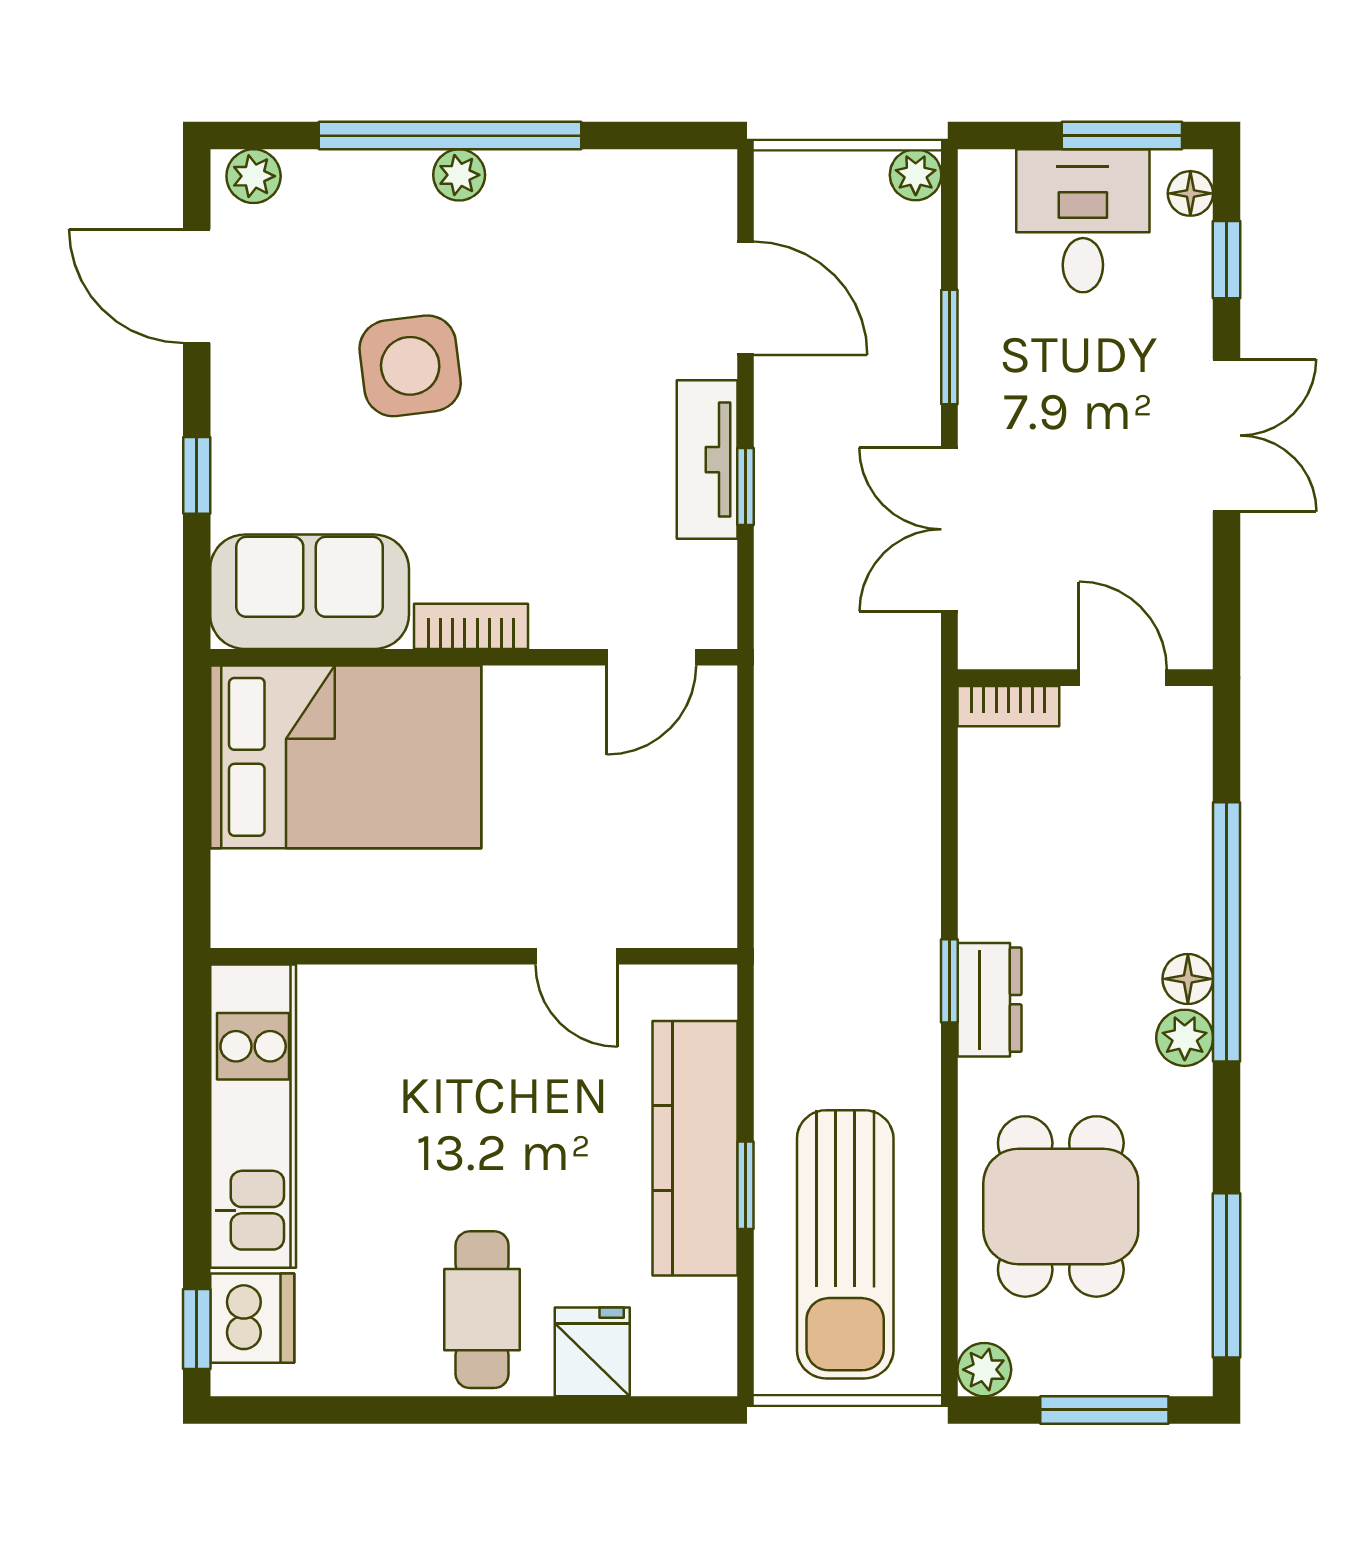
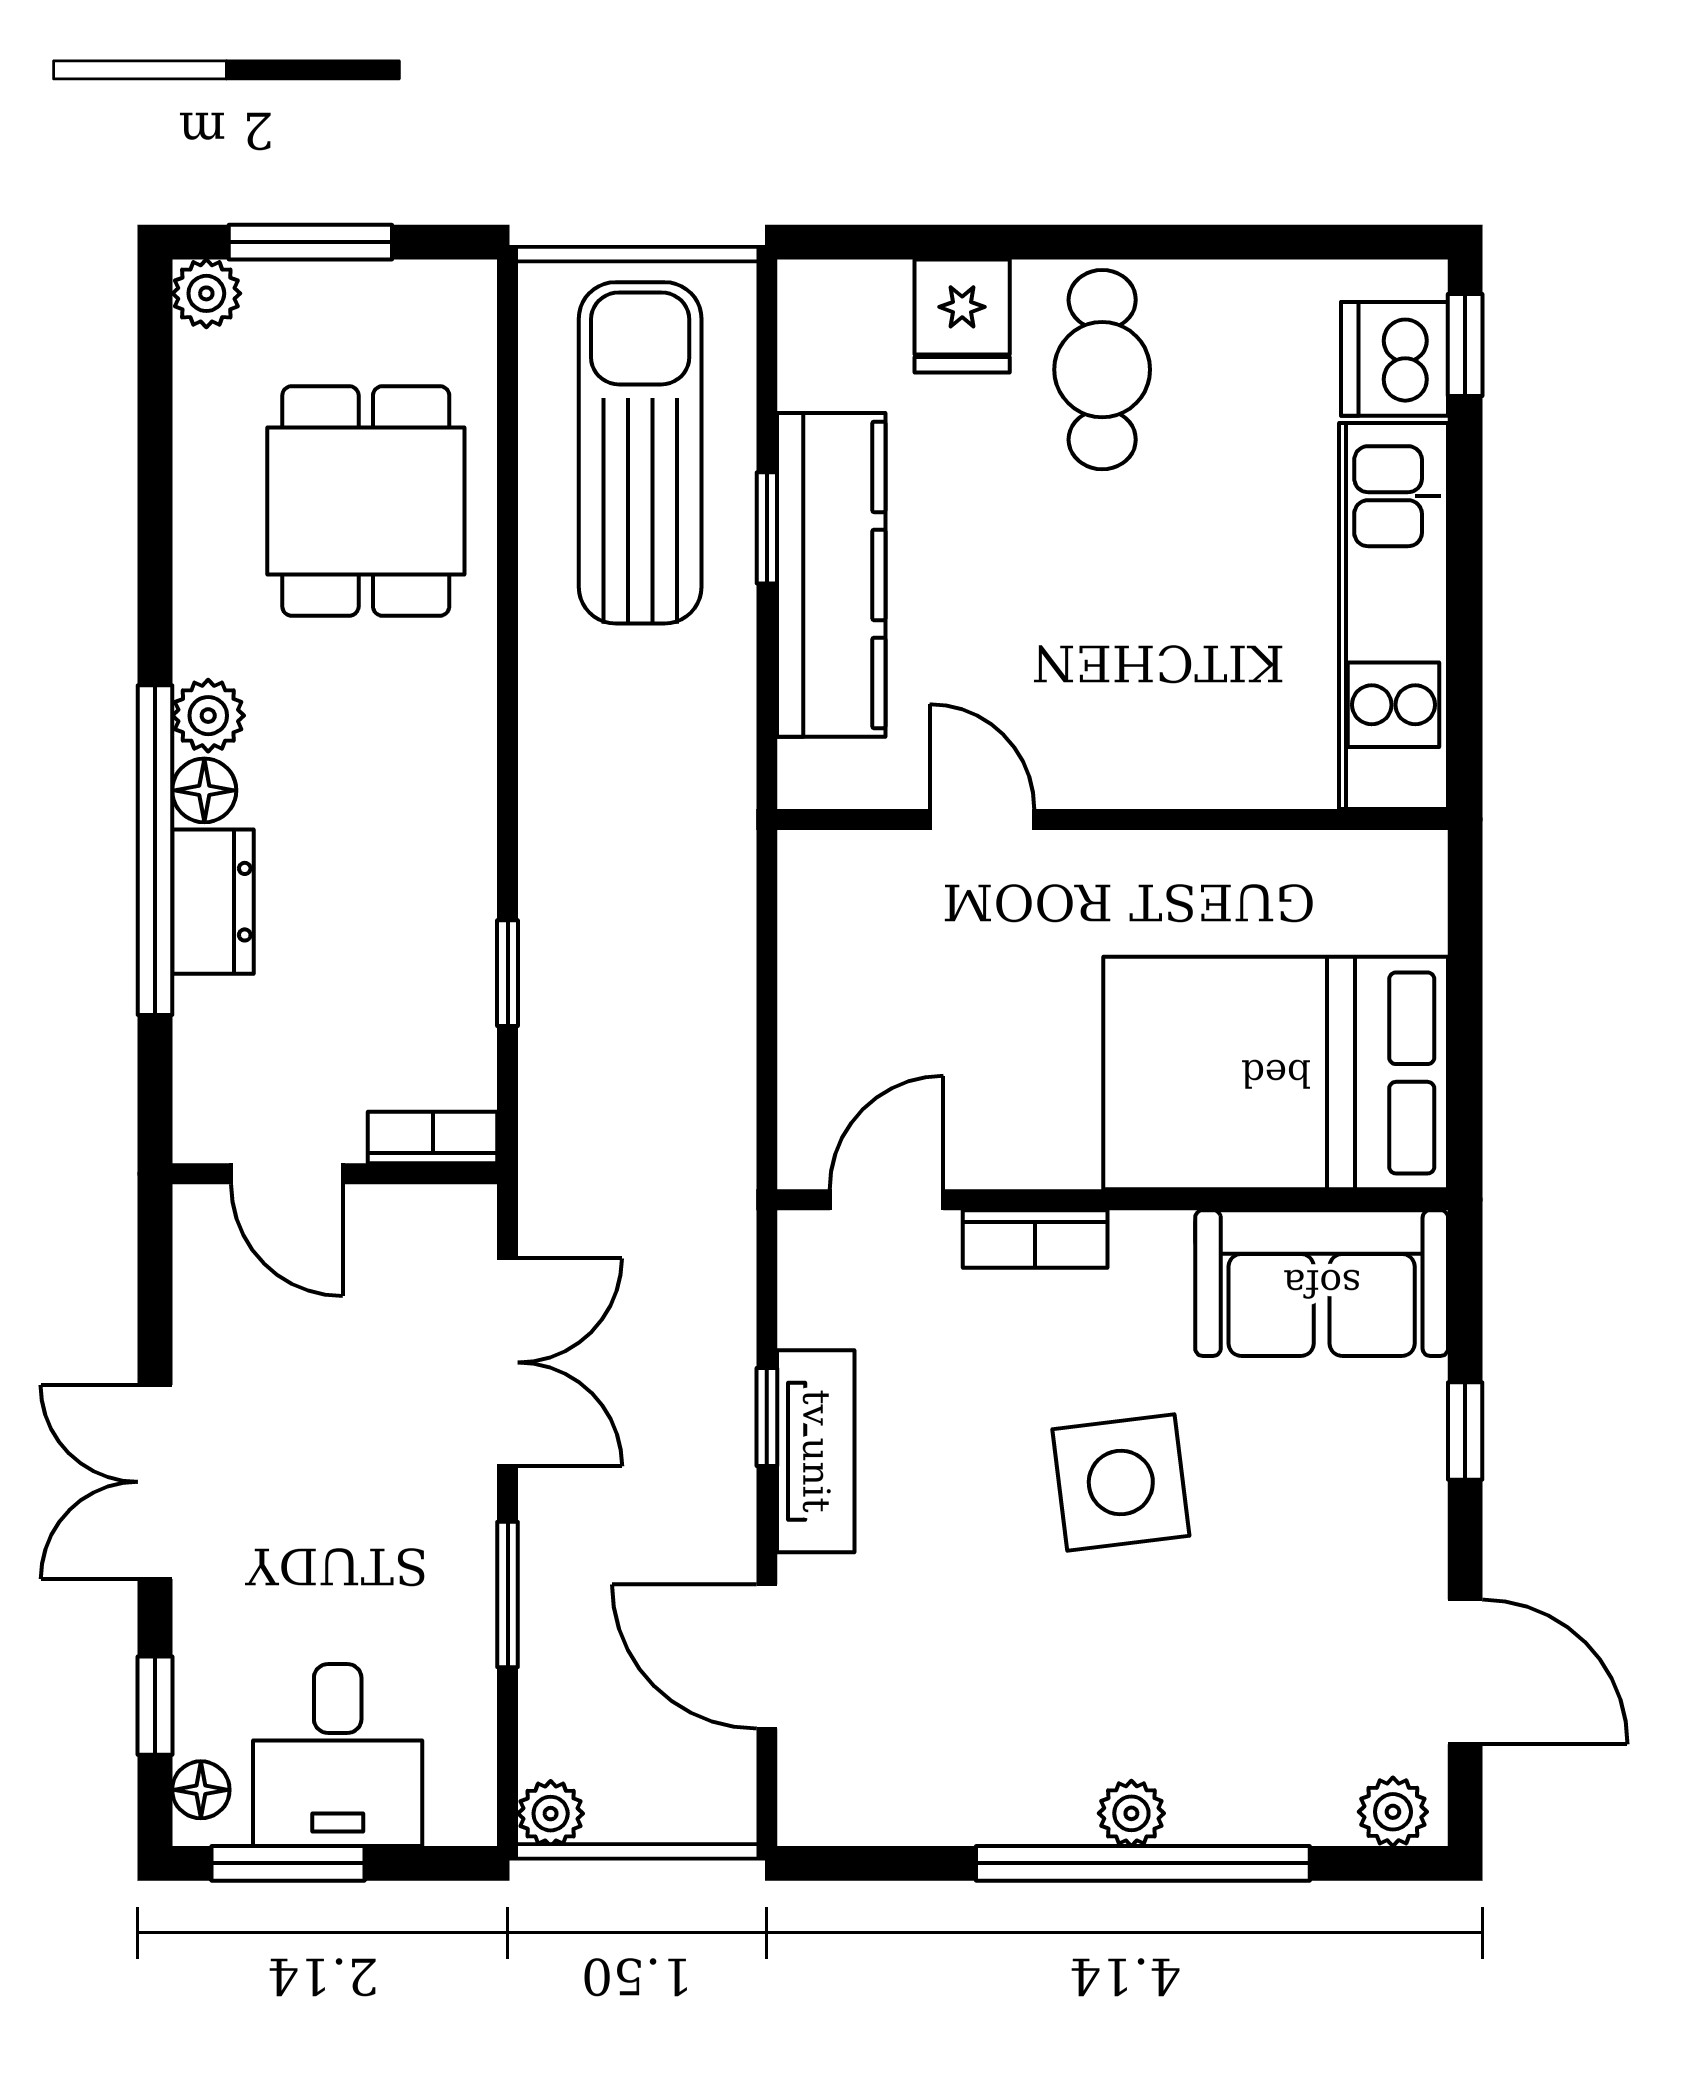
side table: (410, 366) -> (1121, 1483), moved
bookcase: (471, 626) -> (1035, 1239), moved
window: (949, 981) -> (508, 973), moved
dresser: (989, 1000) -> (213, 902), moved, turned 180
window: (1227, 1275) -> (155, 413), removed
plant: (984, 1370) -> (206, 293), moved

